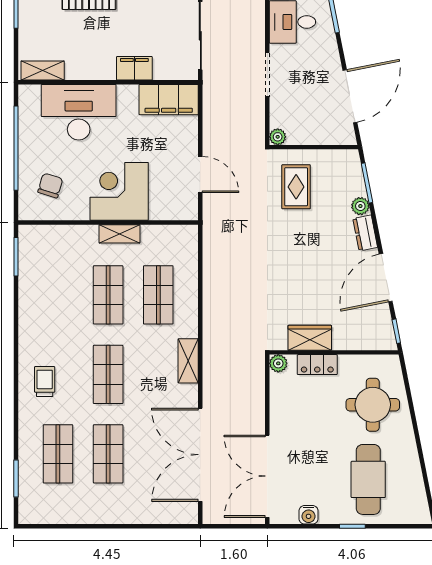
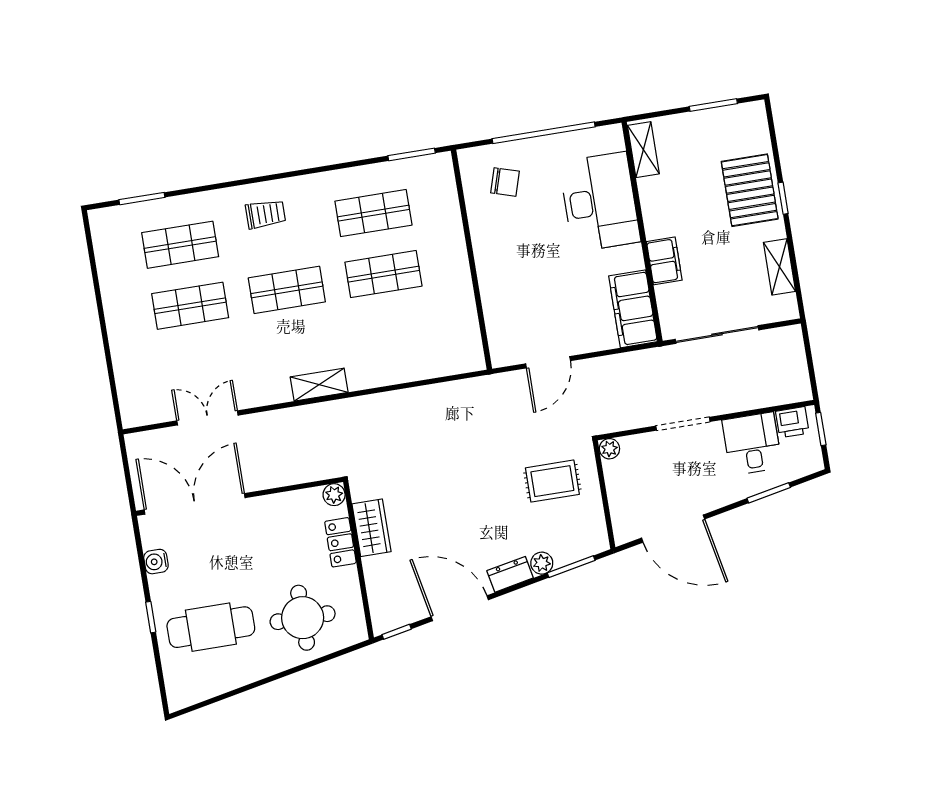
corner desk: (119, 191) -> (512, 267), removed
shelving: (119, 234) -> (460, 276), removed
shop shelf: (158, 295) -> (373, 213), moved
double door: (200, 455) -> (207, 418), width x0.54

